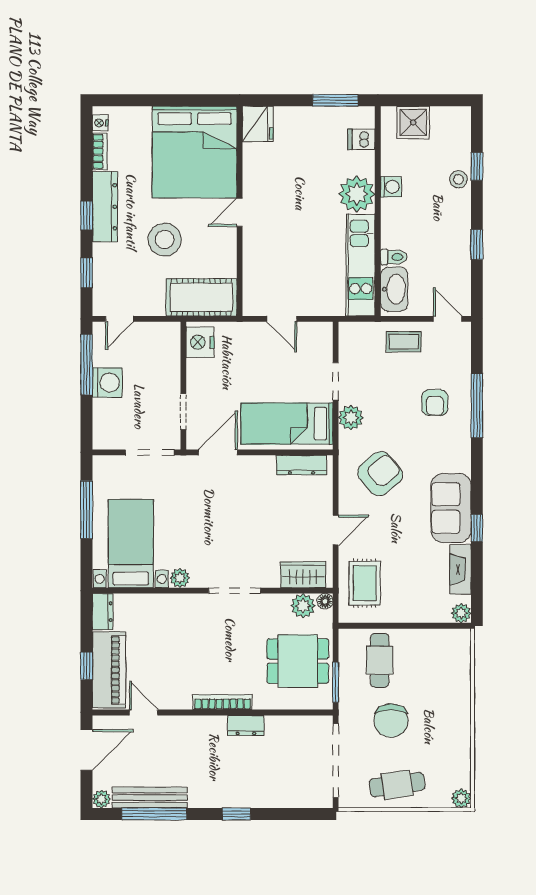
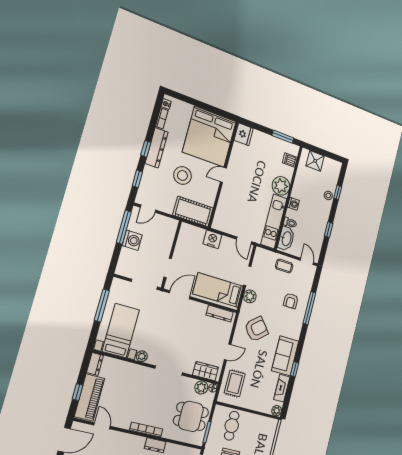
washing machine: (391, 187) -> (293, 204), moved
door: (282, 319) -> (244, 240), moved
nightstand: (200, 342) -> (212, 239), moved, turned 90

